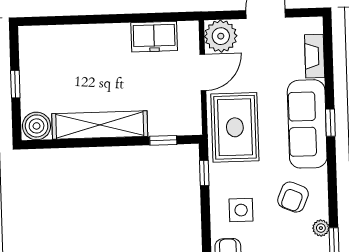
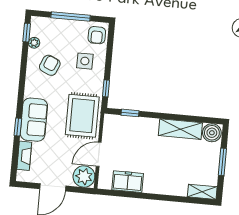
shelving: (40, 35) -> (202, 192), added
window: (15, 84) -> (222, 162), width x1.50
window: (330, 123) -> (18, 127), moved
sofa: (307, 124) -> (34, 120), width x0.73
shelving: (100, 125) -> (180, 129), width x0.68

